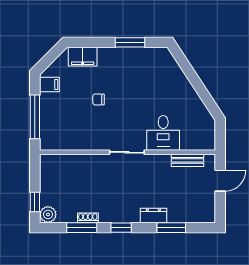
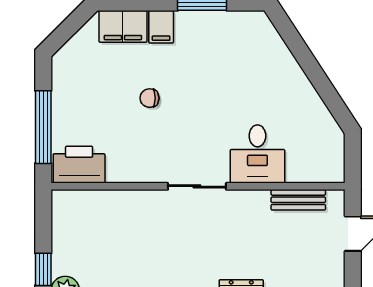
filing cabinet: (49, 84) -> (161, 27), moved, turned 90
printer: (56, 139) -> (79, 165), added

